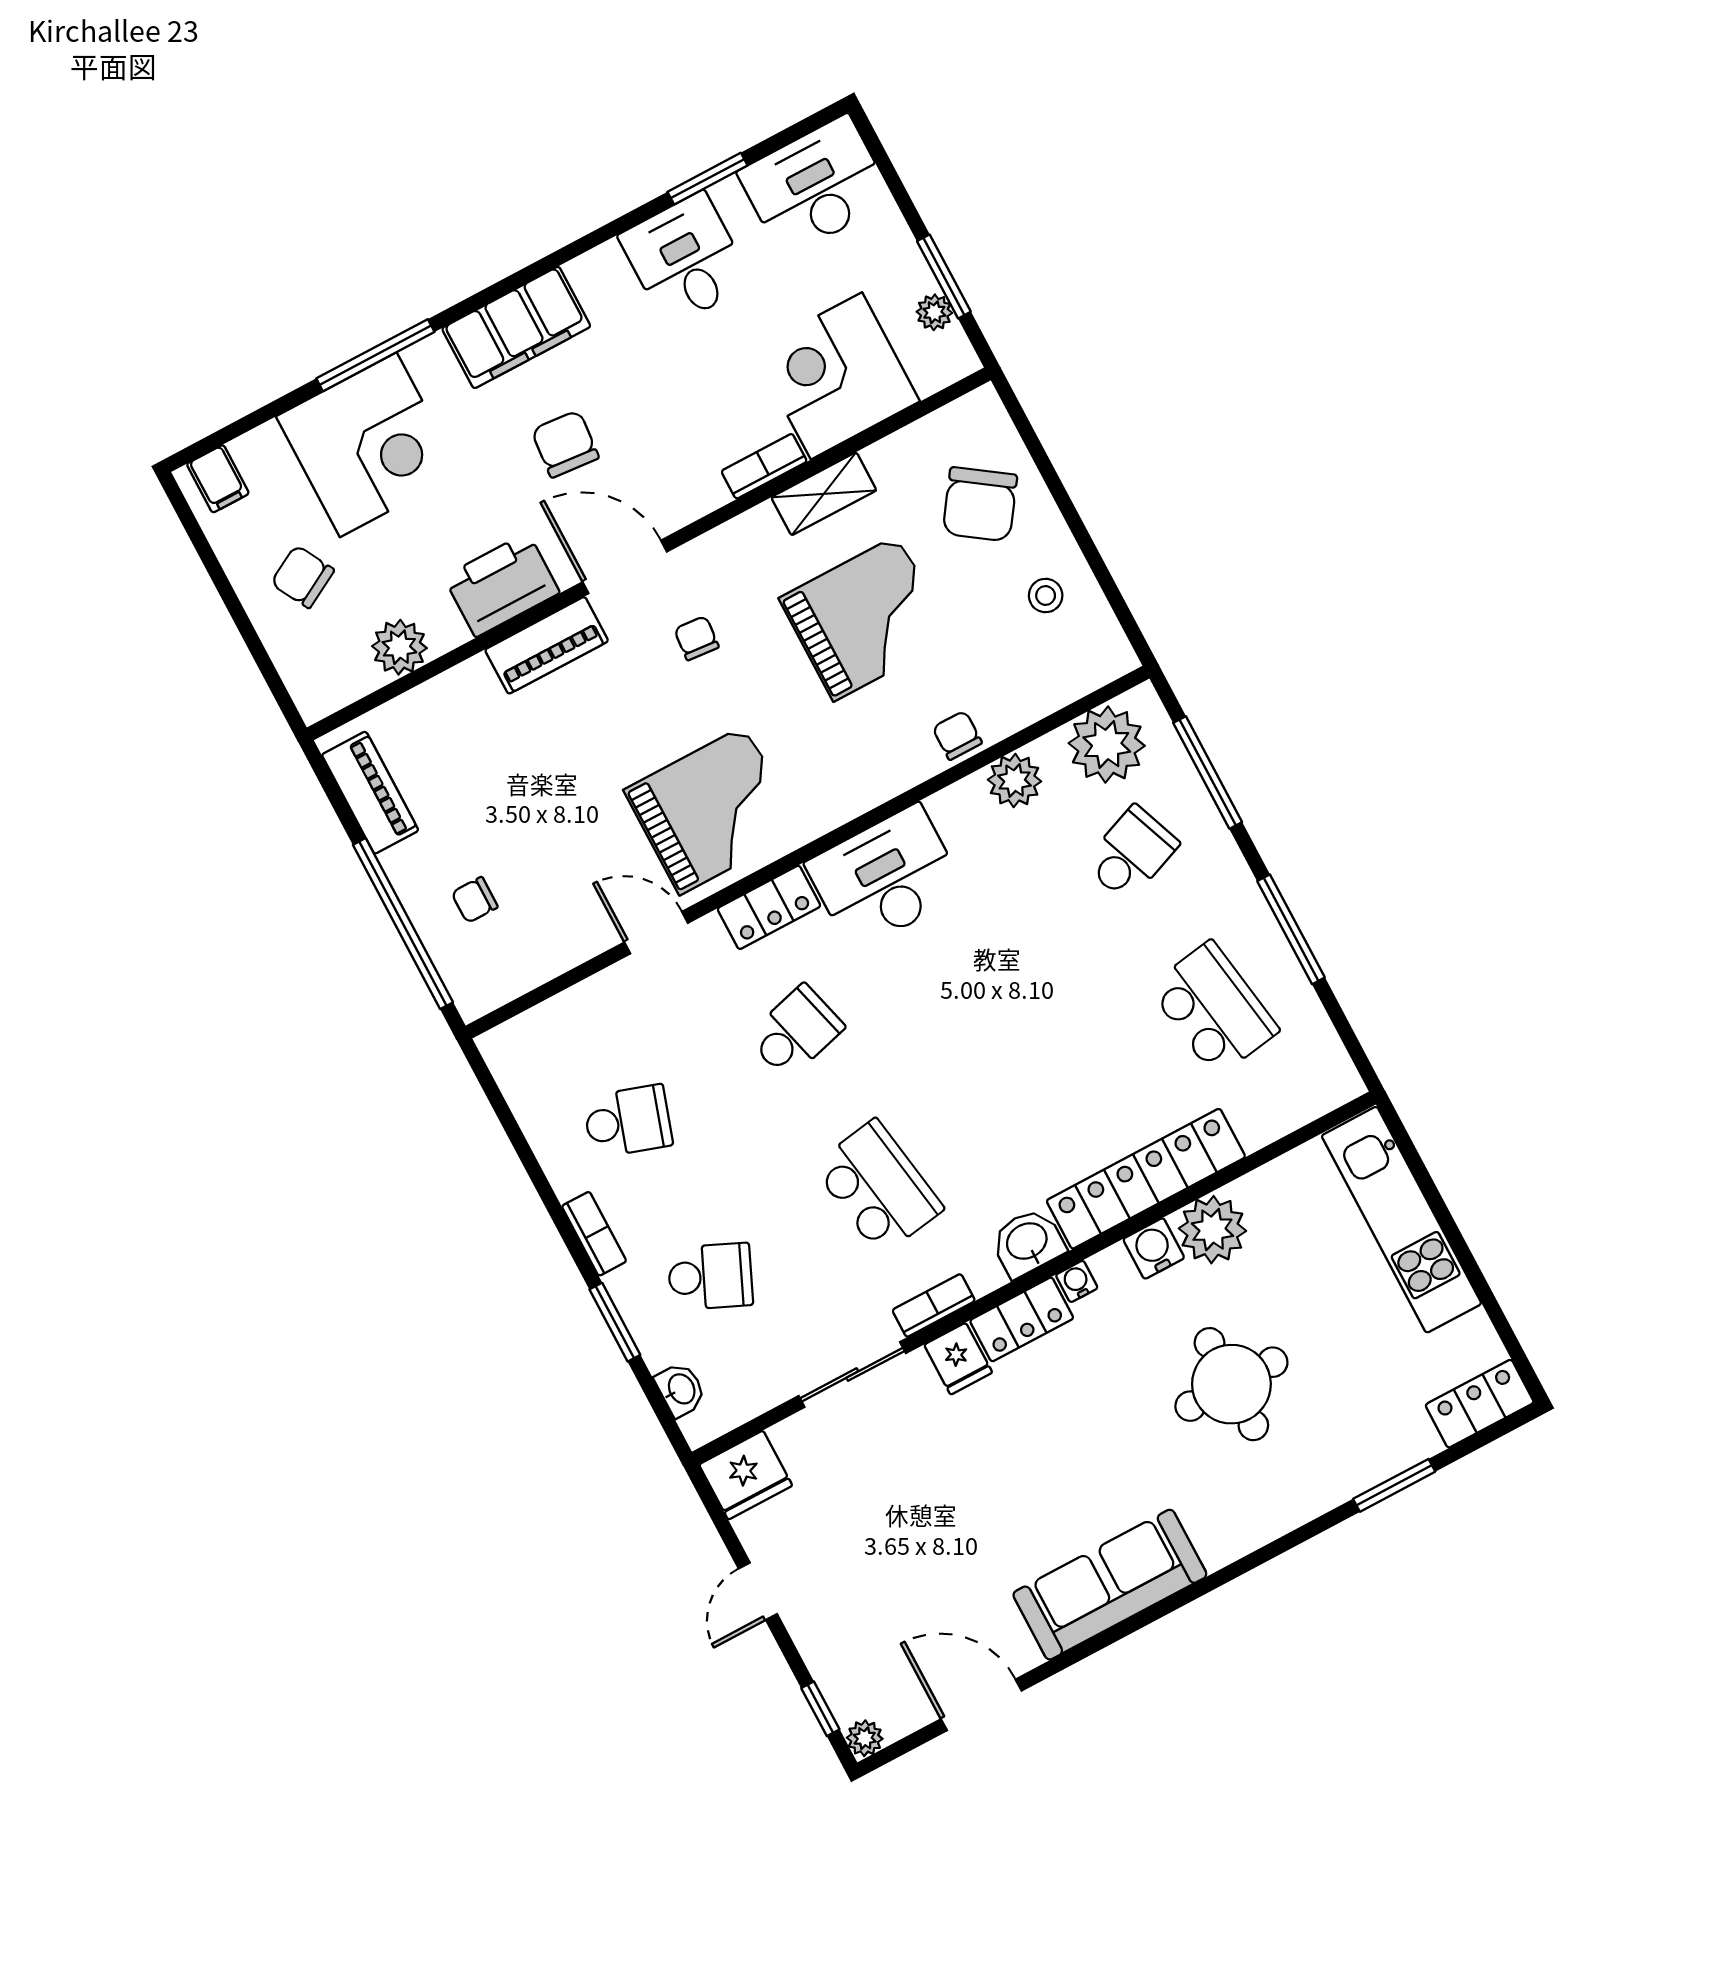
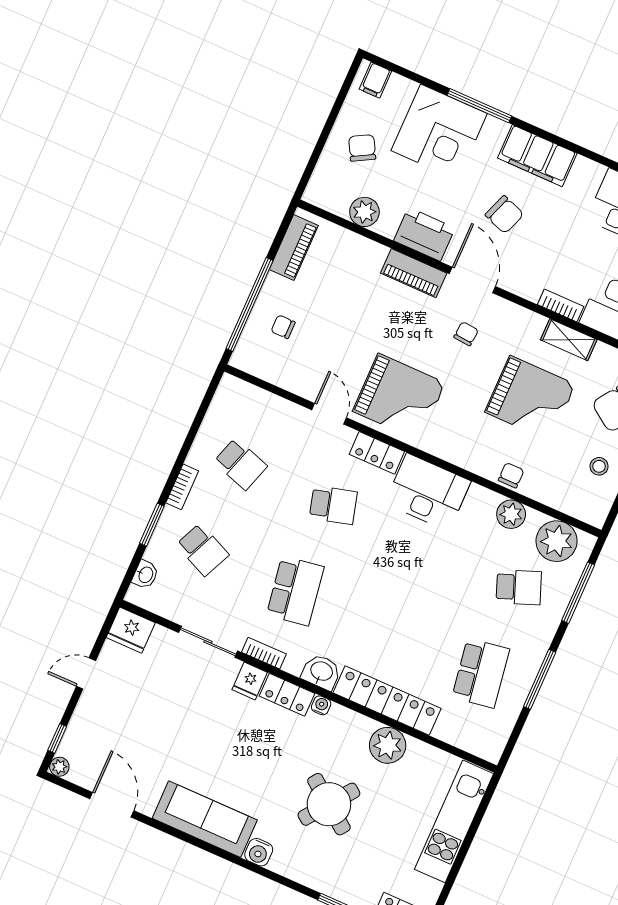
chair: (565, 444) -> (504, 215), turned 105
water cooler: (1154, 1248) -> (259, 852), moved, turned 180
round table: (1231, 1384) -> (329, 804), turned 37

